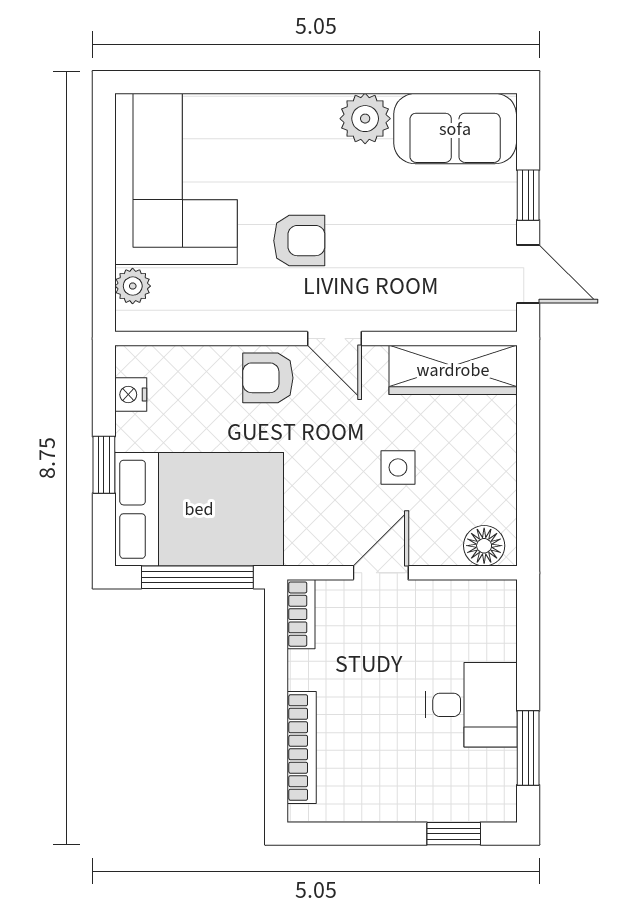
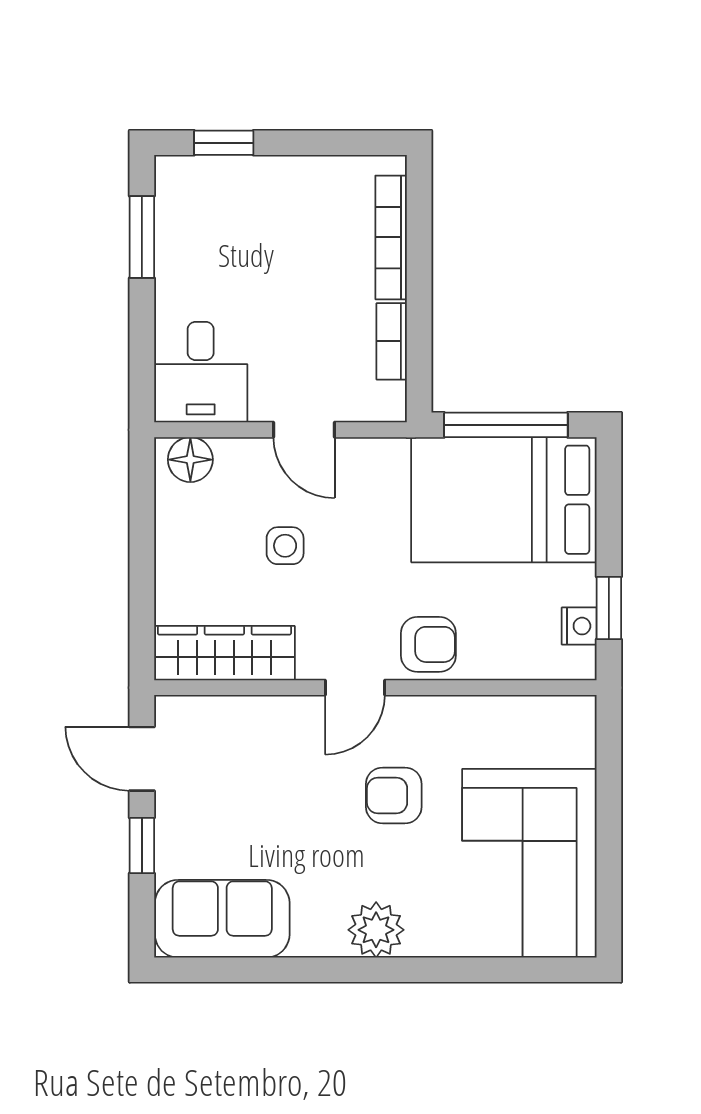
plant: (365, 119) -> (376, 930), moved
plant: (133, 286) -> (577, 745), removed
door: (334, 339) -> (355, 688), swing flipped
window: (104, 465) -> (609, 608), moved
door: (381, 573) -> (304, 430), hinge flipped
bookcase: (301, 614) -> (392, 341), moved
desk: (471, 705) -> (201, 372), moved, turned -90

